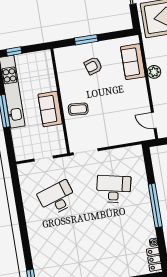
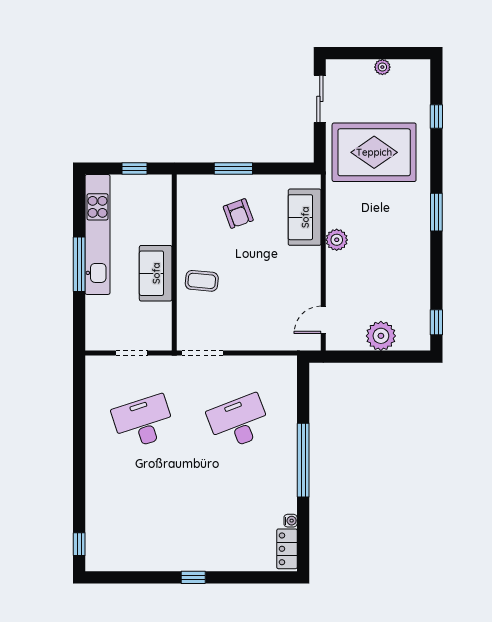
window: (14, 51) -> (134, 169), moved
armchair: (93, 66) -> (238, 213), turned -92
door: (154, 120) -> (323, 320), hinge flipped
desk: (114, 189) -> (239, 422), turned -33

